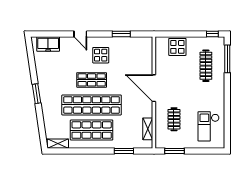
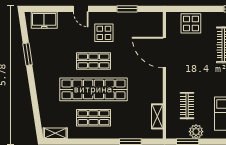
door: (154, 88) -> (164, 53), moved
window: (36, 94) -> (28, 54), moved
shop shelf: (92, 130) -> (93, 118), width x0.70, depth x0.74
plant: (182, 142) -> (196, 132), added

